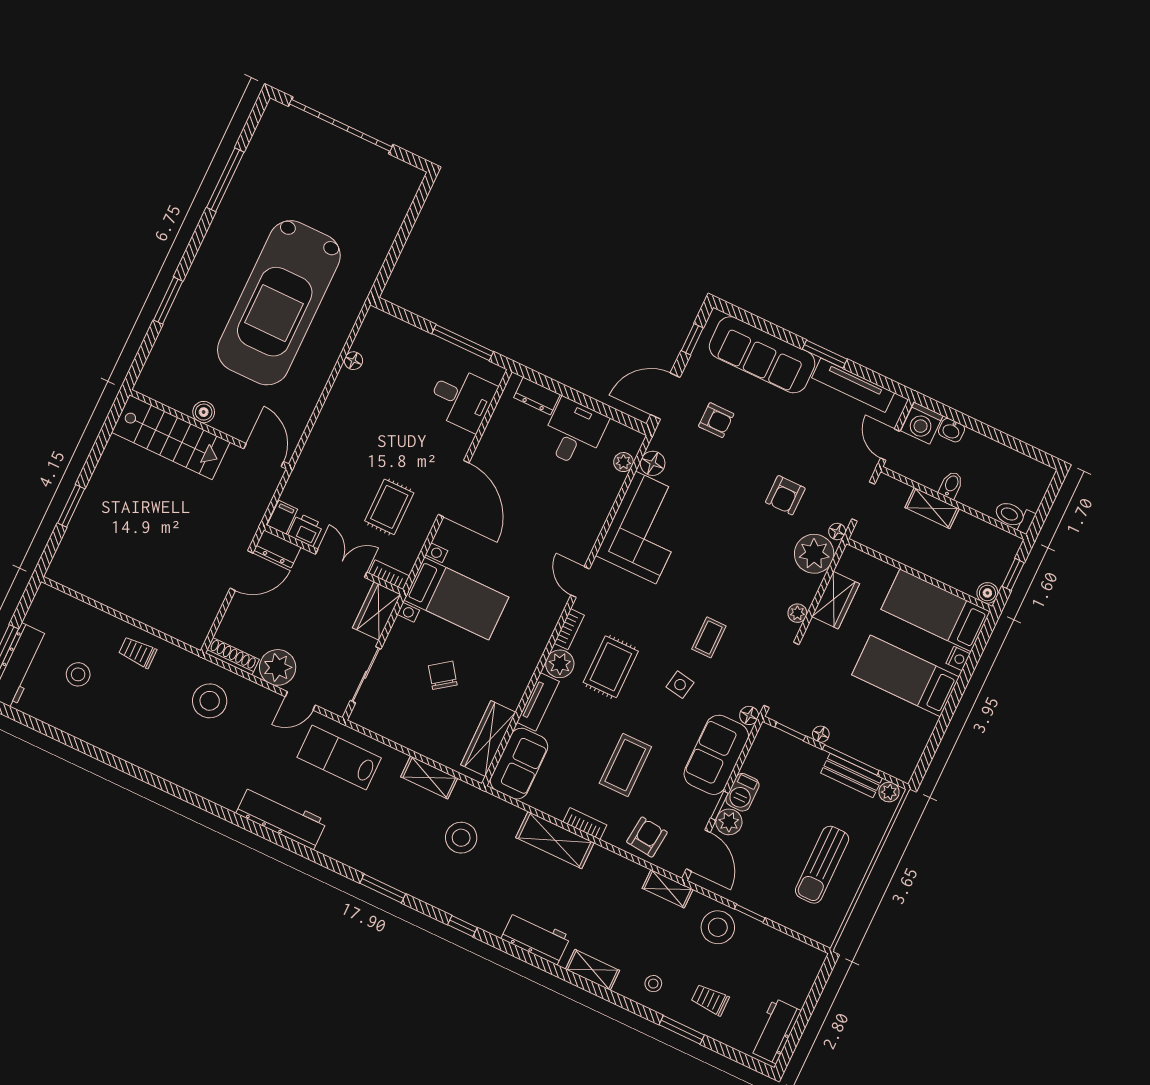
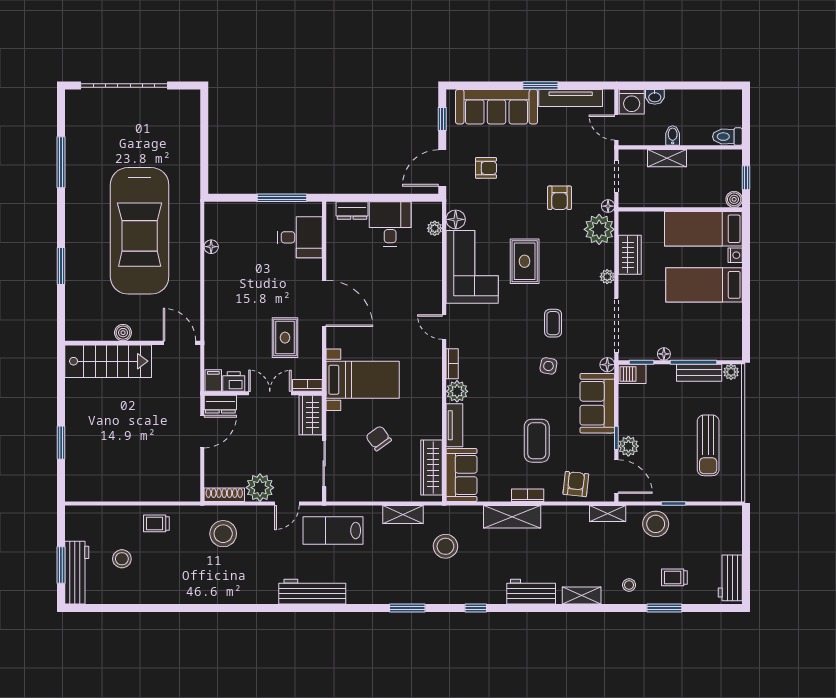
rug: (611, 667) -> (525, 261), moved
barbecue: (742, 792) -> (632, 374), moved, turned 90

